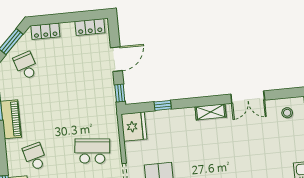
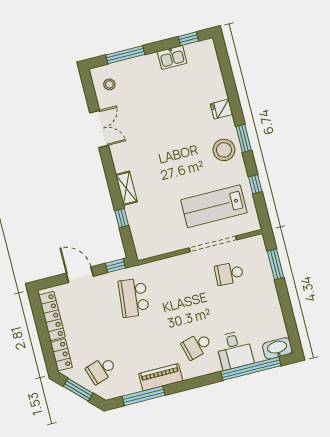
locker: (90, 27) -> (52, 316), width x1.53
shelving: (211, 112) -> (126, 188), moved
fridge: (134, 127) -> (149, 245), removed
school desk: (92, 151) -> (134, 298), moved

